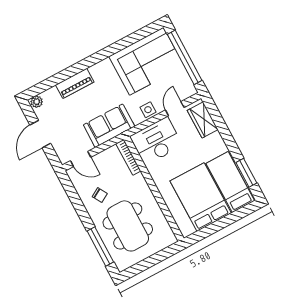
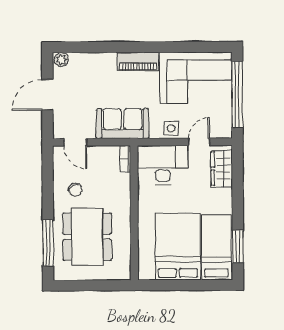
piano: (75, 83) -> (138, 61), moved
bookcase: (128, 157) -> (125, 159), width x0.64

